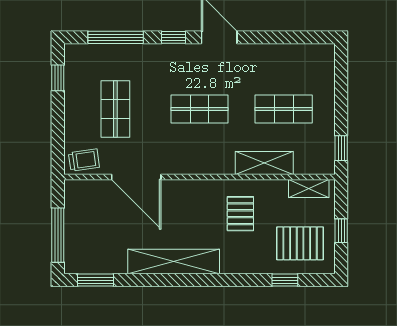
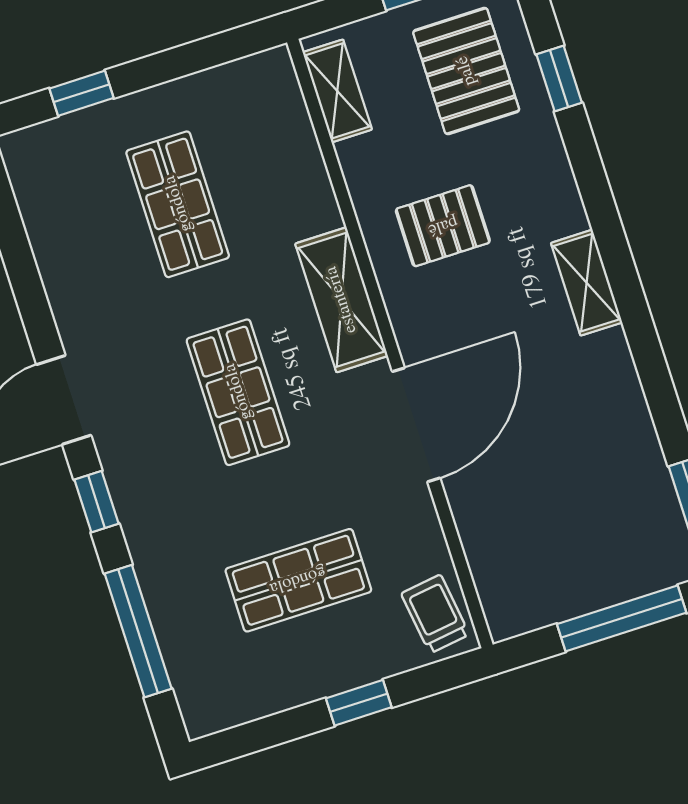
window: (58, 78) -> (359, 703), moved
window: (341, 148) -> (82, 93), moved
shelving: (264, 163) -> (341, 300), moved
door: (136, 177) -> (416, 425), moved
shelving: (174, 261) -> (587, 283), width x0.45, depth x0.75

